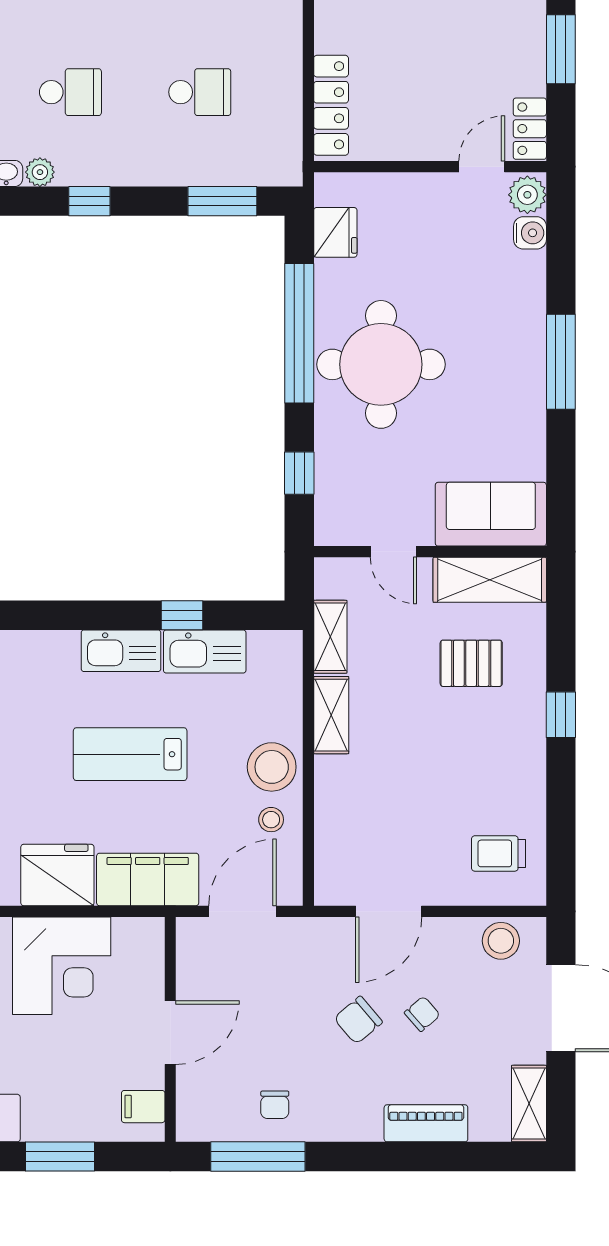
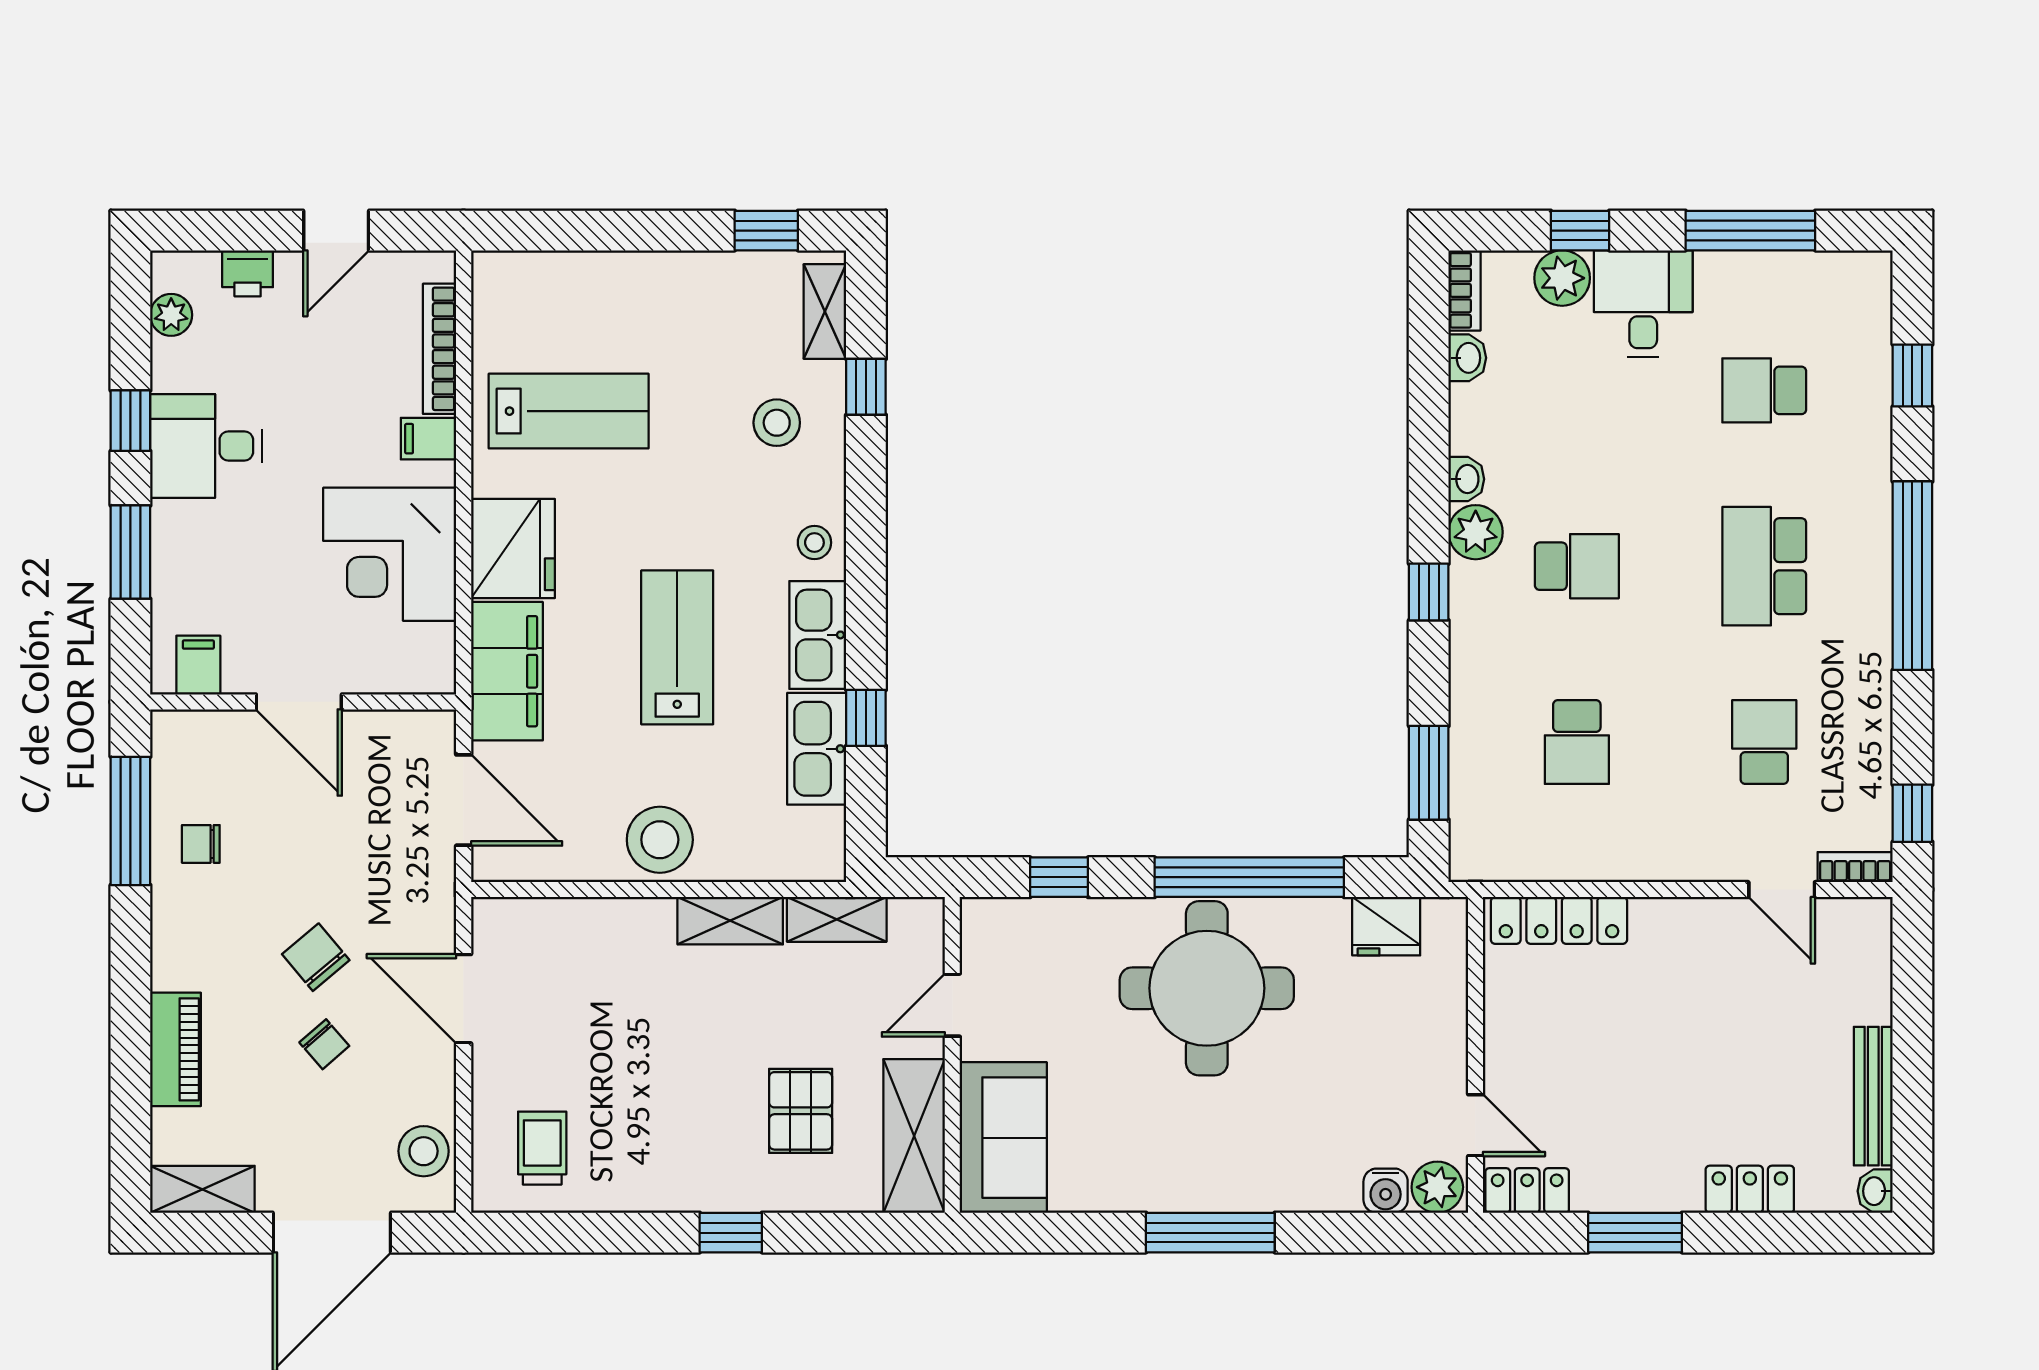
school desk: (70, 92) -> (1577, 566), turned -90
plant: (40, 172) -> (1476, 532), width x1.38, depth x1.38
stool: (271, 820) -> (814, 543), moved

